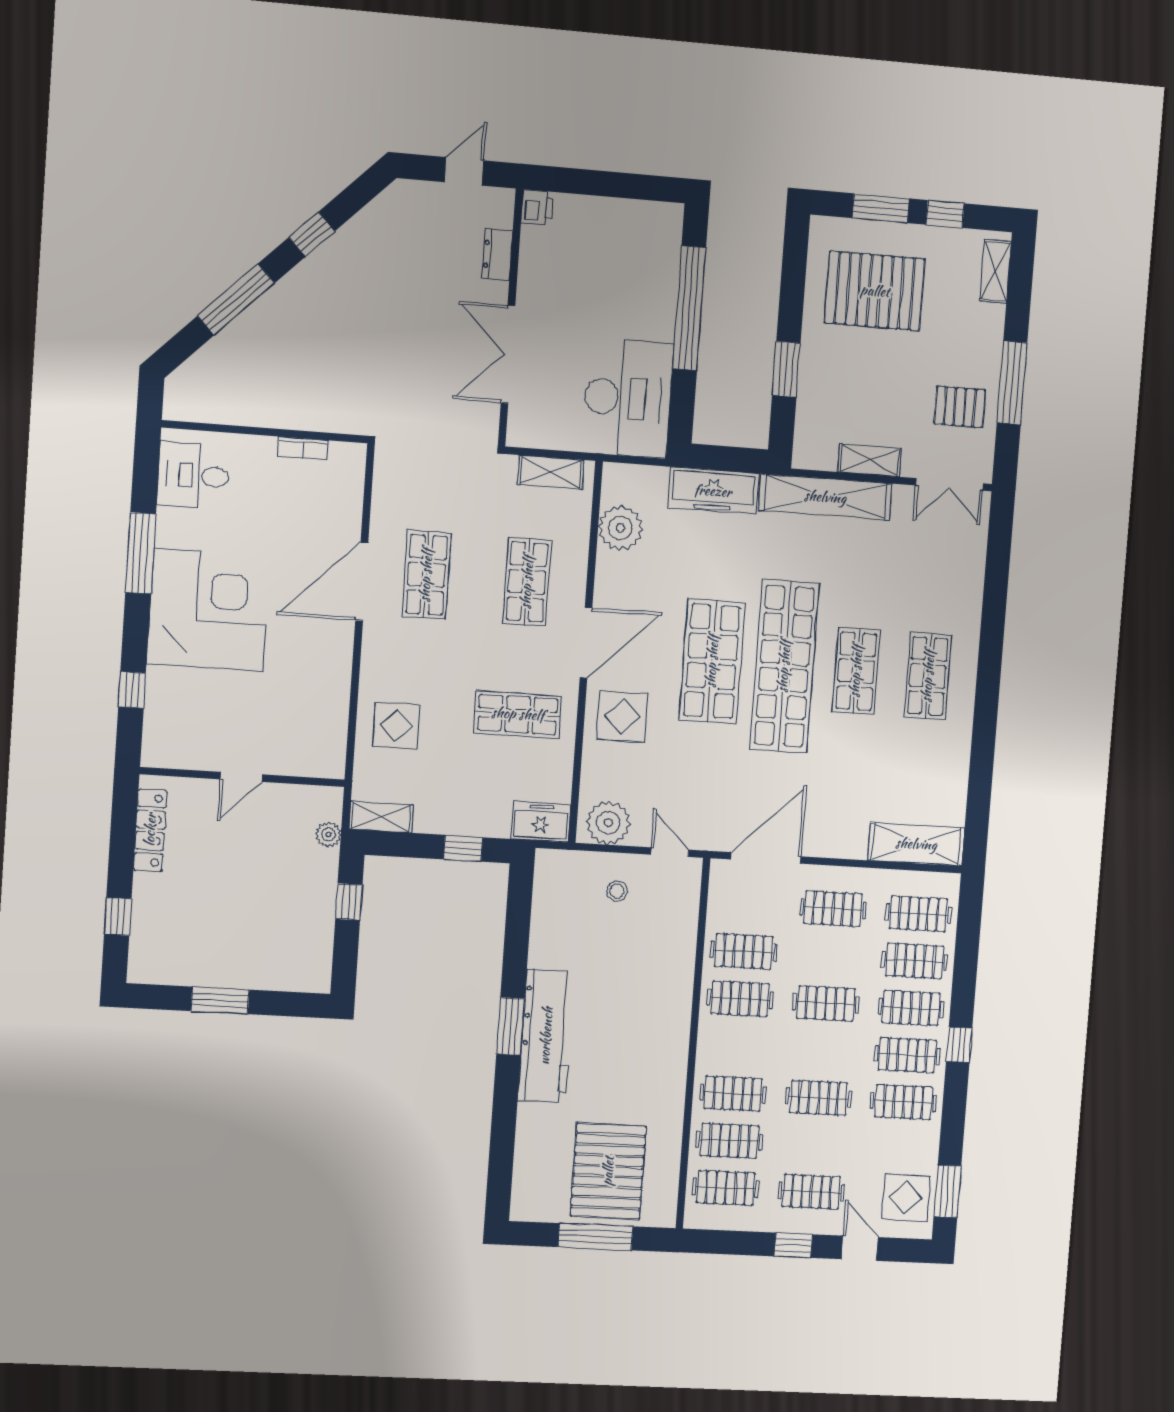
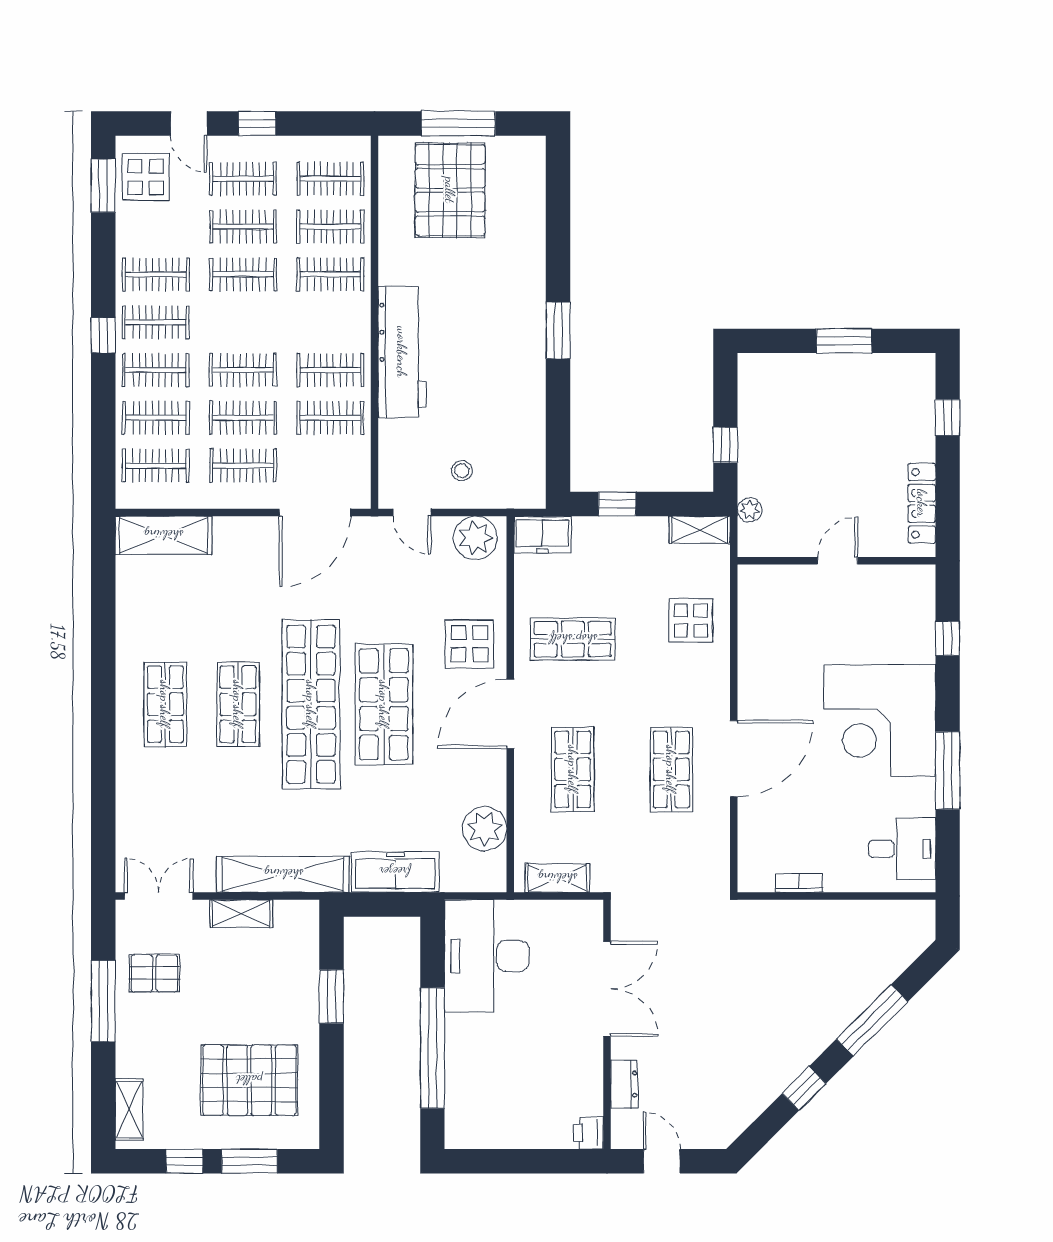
door: (464, 171) -> (662, 1161), swing flipped
clothes rail: (829, 956) -> (243, 418), added
workbench: (546, 1036) -> (402, 352), moved, turned 180
clothes rail: (815, 1145) -> (243, 227), added

